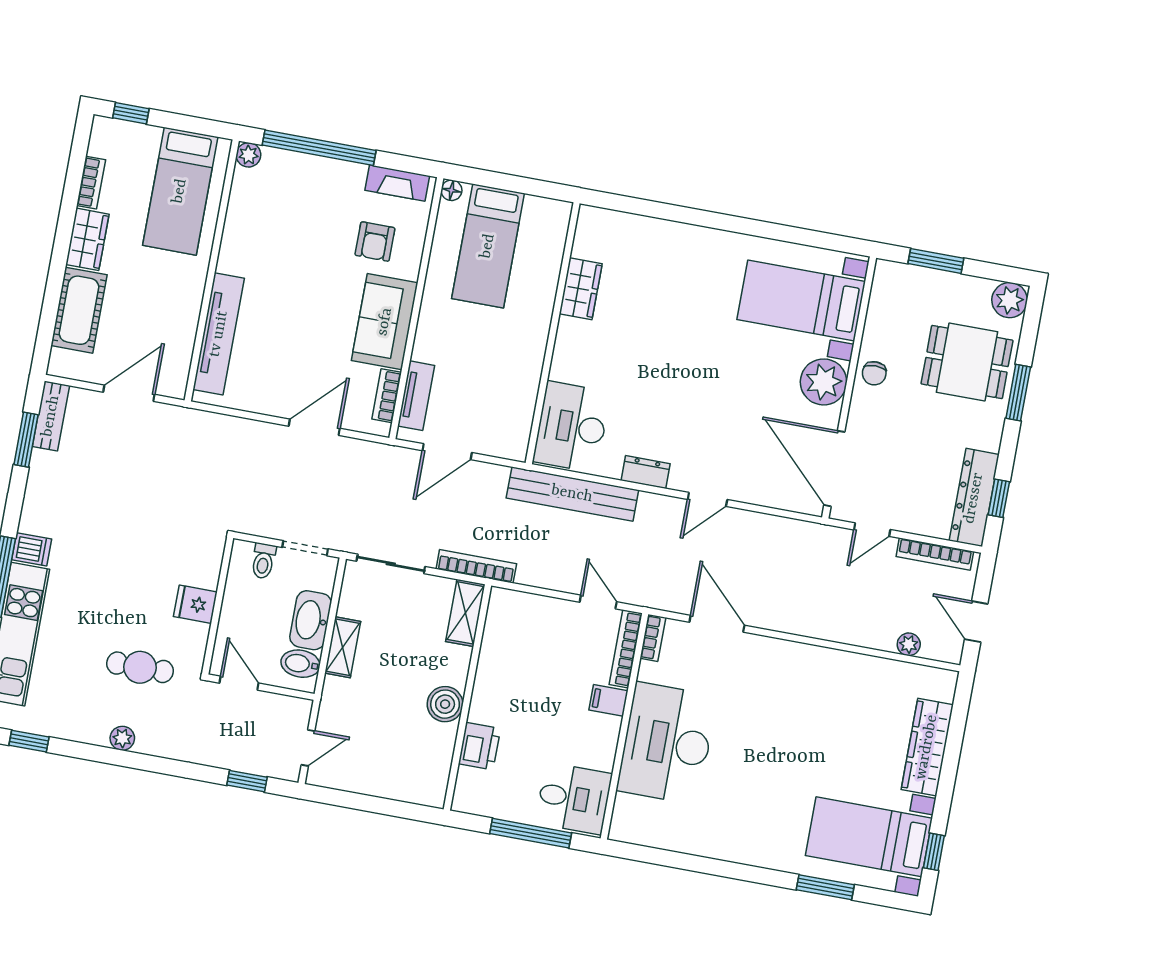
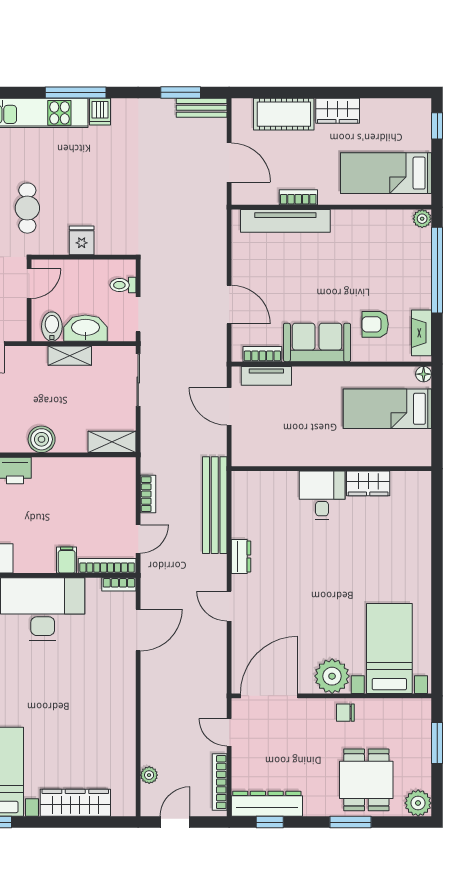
bookcase: (91, 183) -> (298, 197), moved, turned 180
desk: (572, 427) -> (322, 495), moved, width x0.73
bookcase: (476, 566) -> (148, 494), moved, width x0.64

